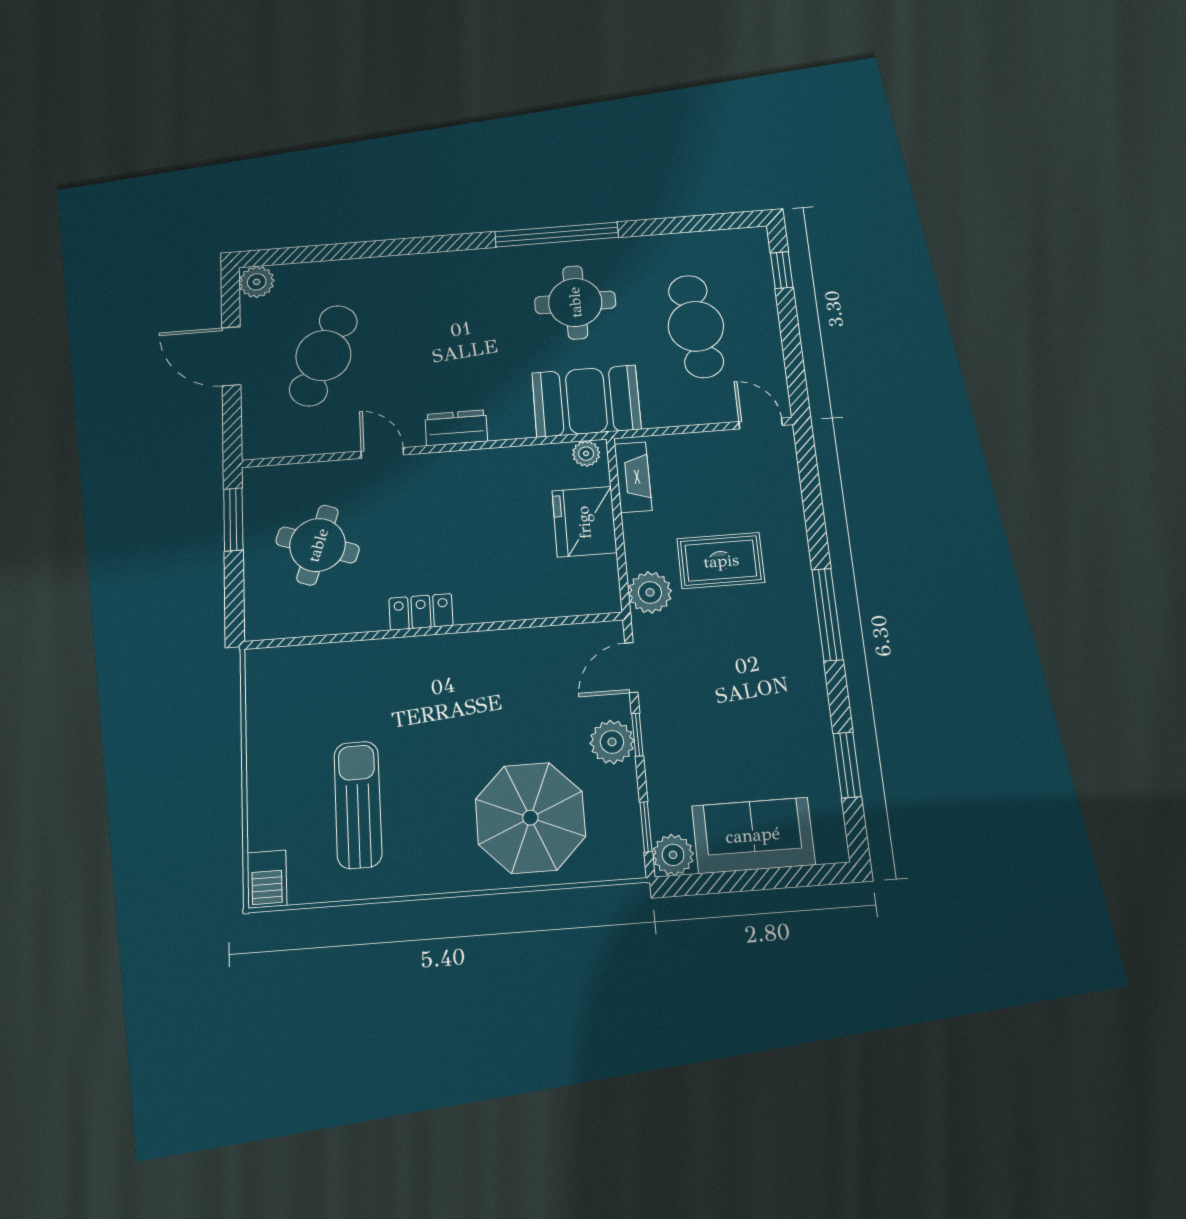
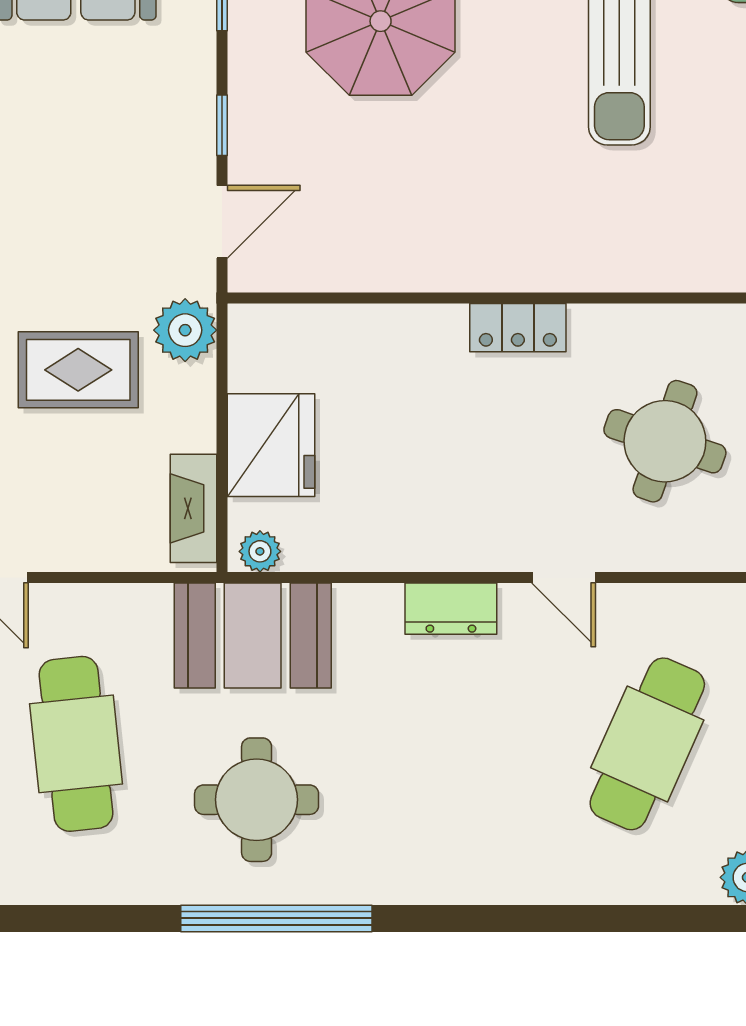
plant: (612, 742) -> (259, 118), removed

